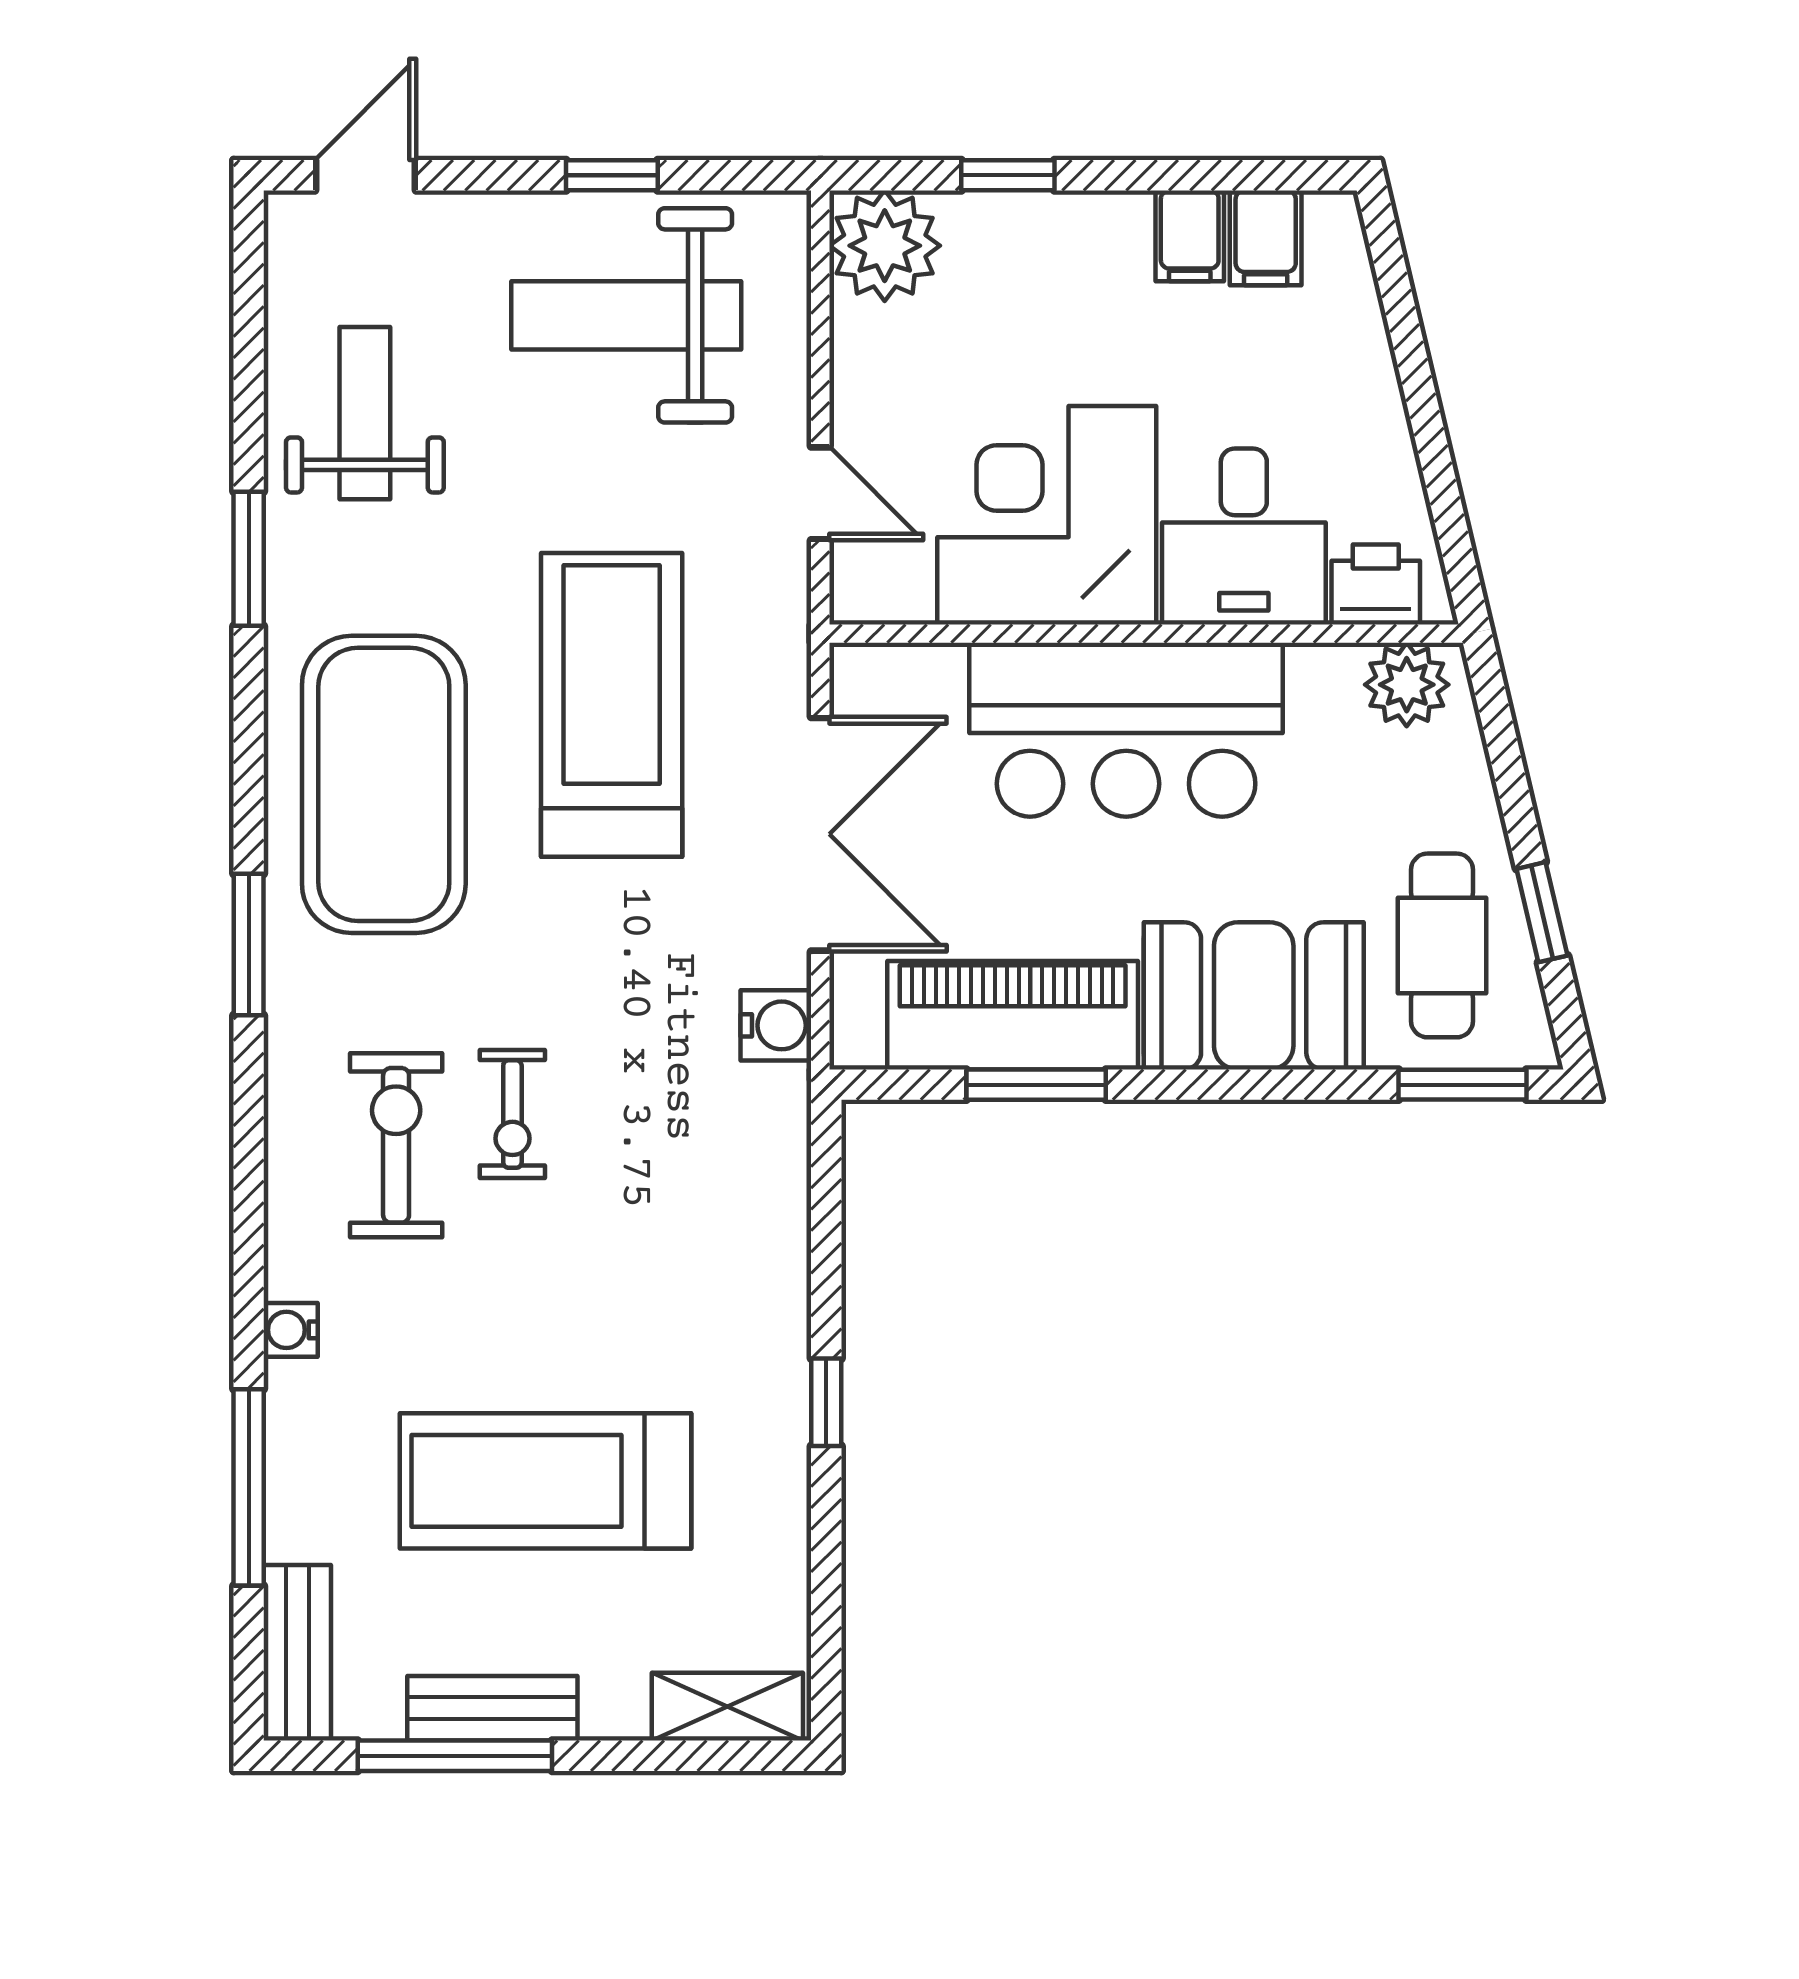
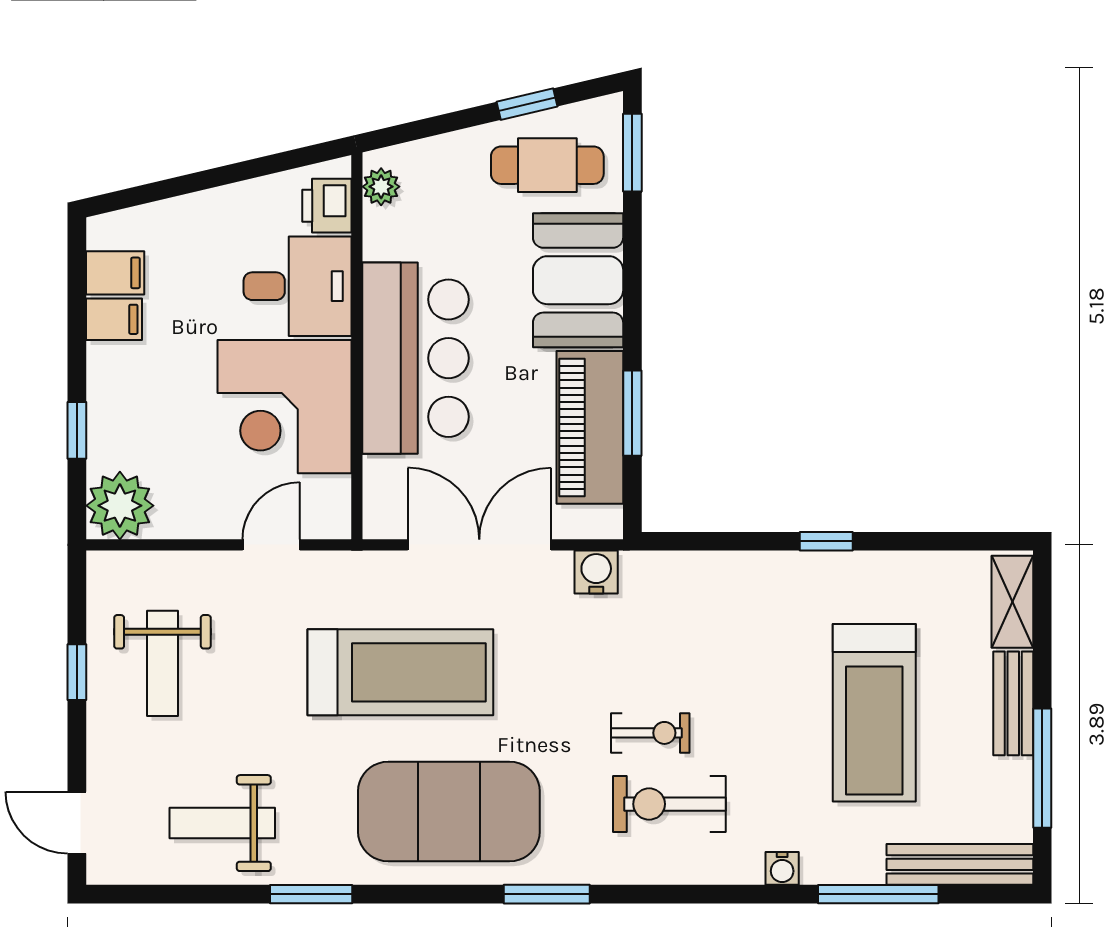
weight bench: (626, 315) -> (162, 663), width x0.73, depth x0.75
plant: (1407, 685) -> (381, 187), width x0.73, depth x0.73
treadmill: (612, 705) -> (400, 672), turned 180
bench: (297, 1653) -> (960, 864), width x1.36
bench: (492, 1708) -> (1013, 703), moved

